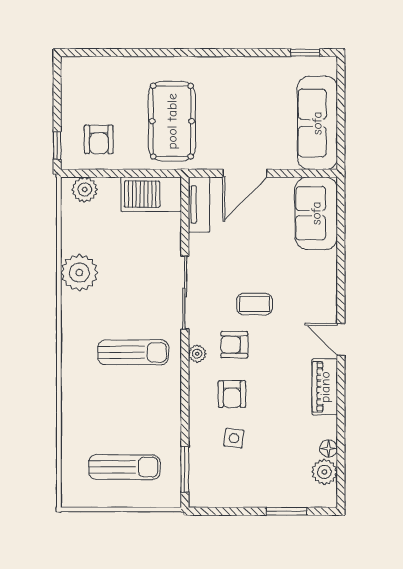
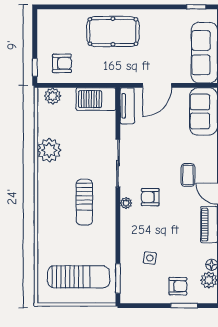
pool table: (172, 121) -> (113, 32), moved, turned 90
armchair: (99, 139) -> (62, 63), turned -90
coffee table: (254, 304) -> (188, 175), moved, turned 90
sun lounger: (133, 352) -> (84, 202), turned 90
armchair: (232, 394) -> (178, 286), moved, turned -90
sun lounger: (124, 467) -> (79, 277), width x1.36, depth x1.34

